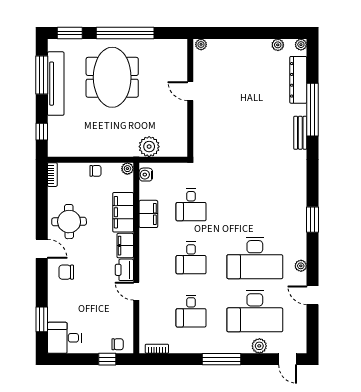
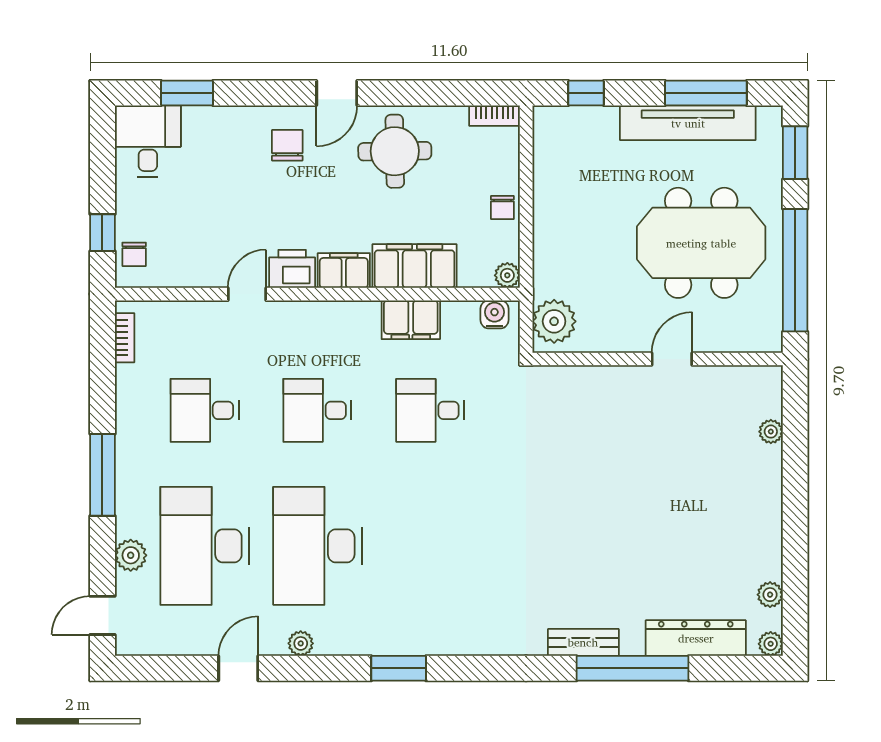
door: (190, 91) -> (672, 359), moved
wall: (190, 98) -> (658, 359), moved

